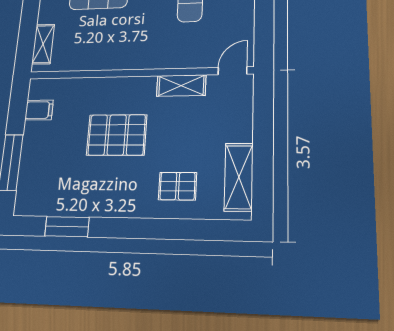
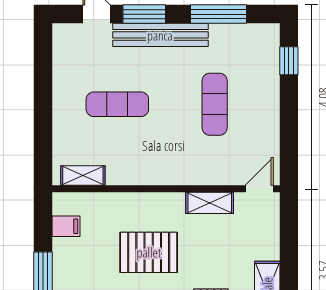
shelving: (43, 44) -> (83, 176), moved, turned 90

